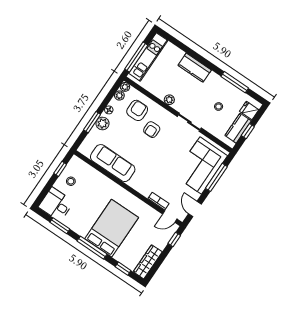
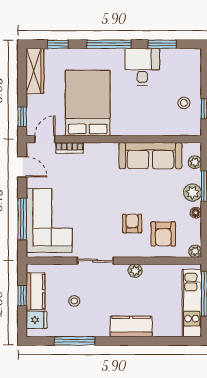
plant: (119, 96) -> (195, 162), moved
desk: (56, 204) -> (142, 67), moved, turned -90
bed: (112, 228) -> (88, 103), moved, turned 180

